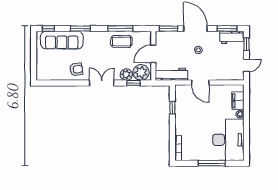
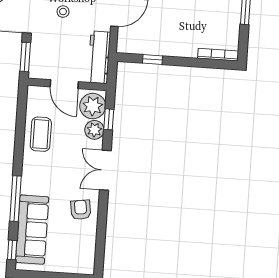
window: (80, 29) -> (16, 199), width x1.44
window: (120, 29) -> (20, 135), removed

